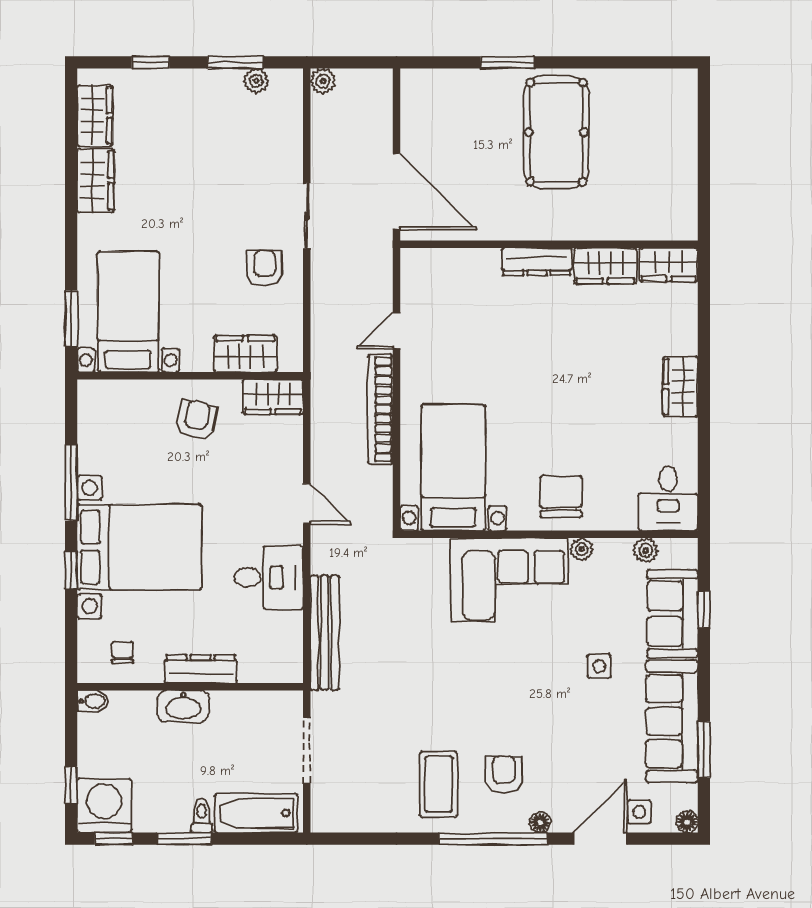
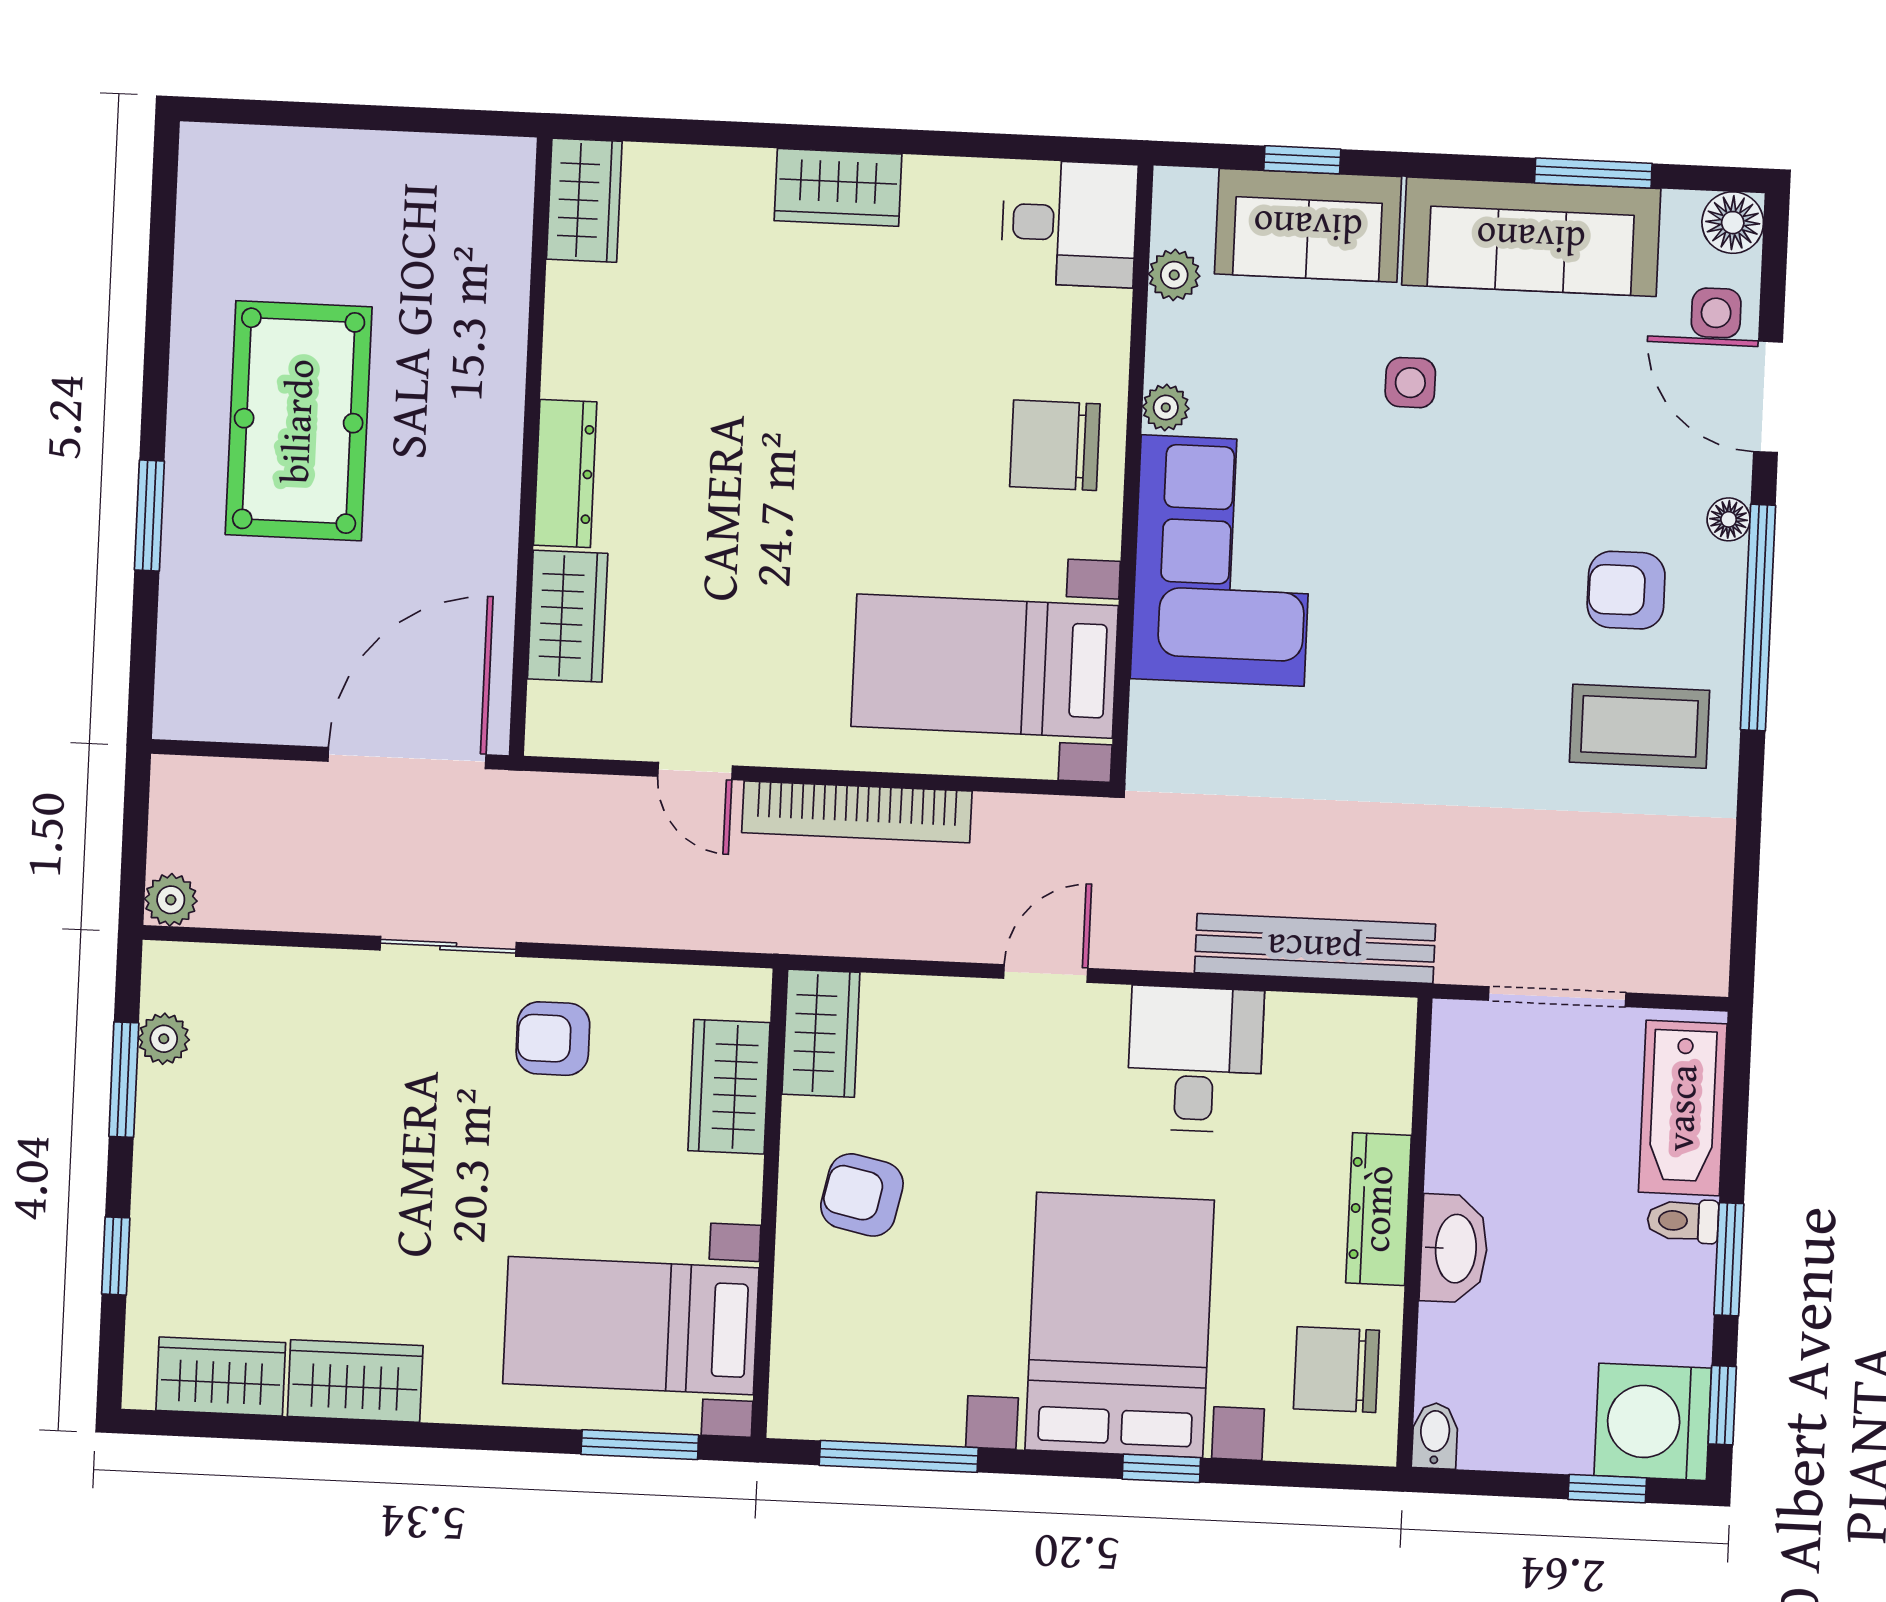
pool table: (556, 132) -> (299, 421), turned 90
wardrobe: (605, 266) -> (568, 616), moved
window: (71, 482) -> (899, 1456), moved
chair: (123, 652) -> (1336, 1370), width x1.87, depth x1.87
floor lamp: (687, 822) -> (1733, 223), width x1.37, depth x1.37

